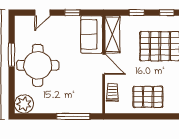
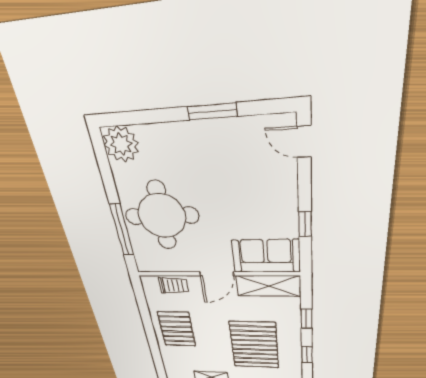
door: (42, 13) -> (304, 142), moved
round table: (38, 65) -> (162, 216), moved

